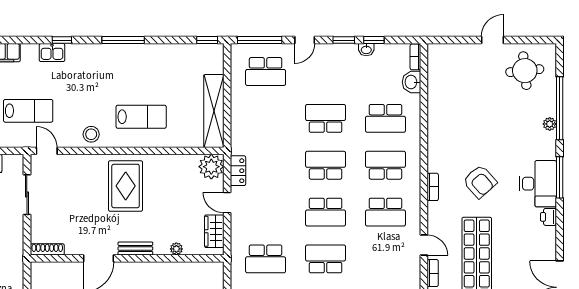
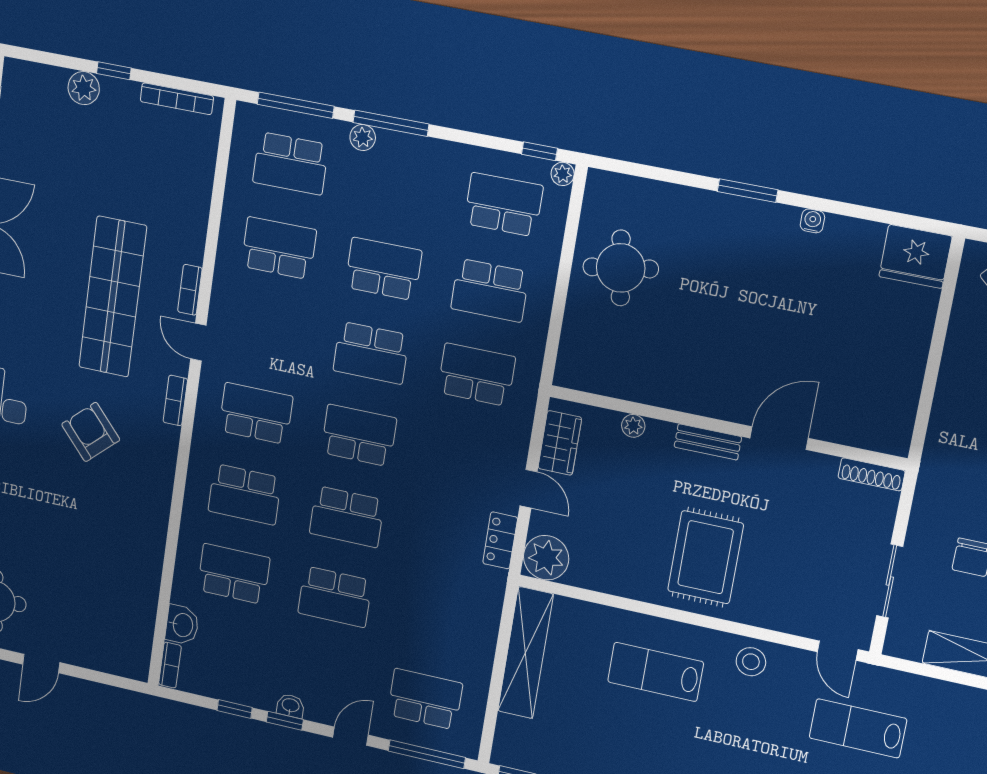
washbasin: (366, 50) -> (290, 706), moved
bookcase: (433, 187) -> (175, 401), moved

